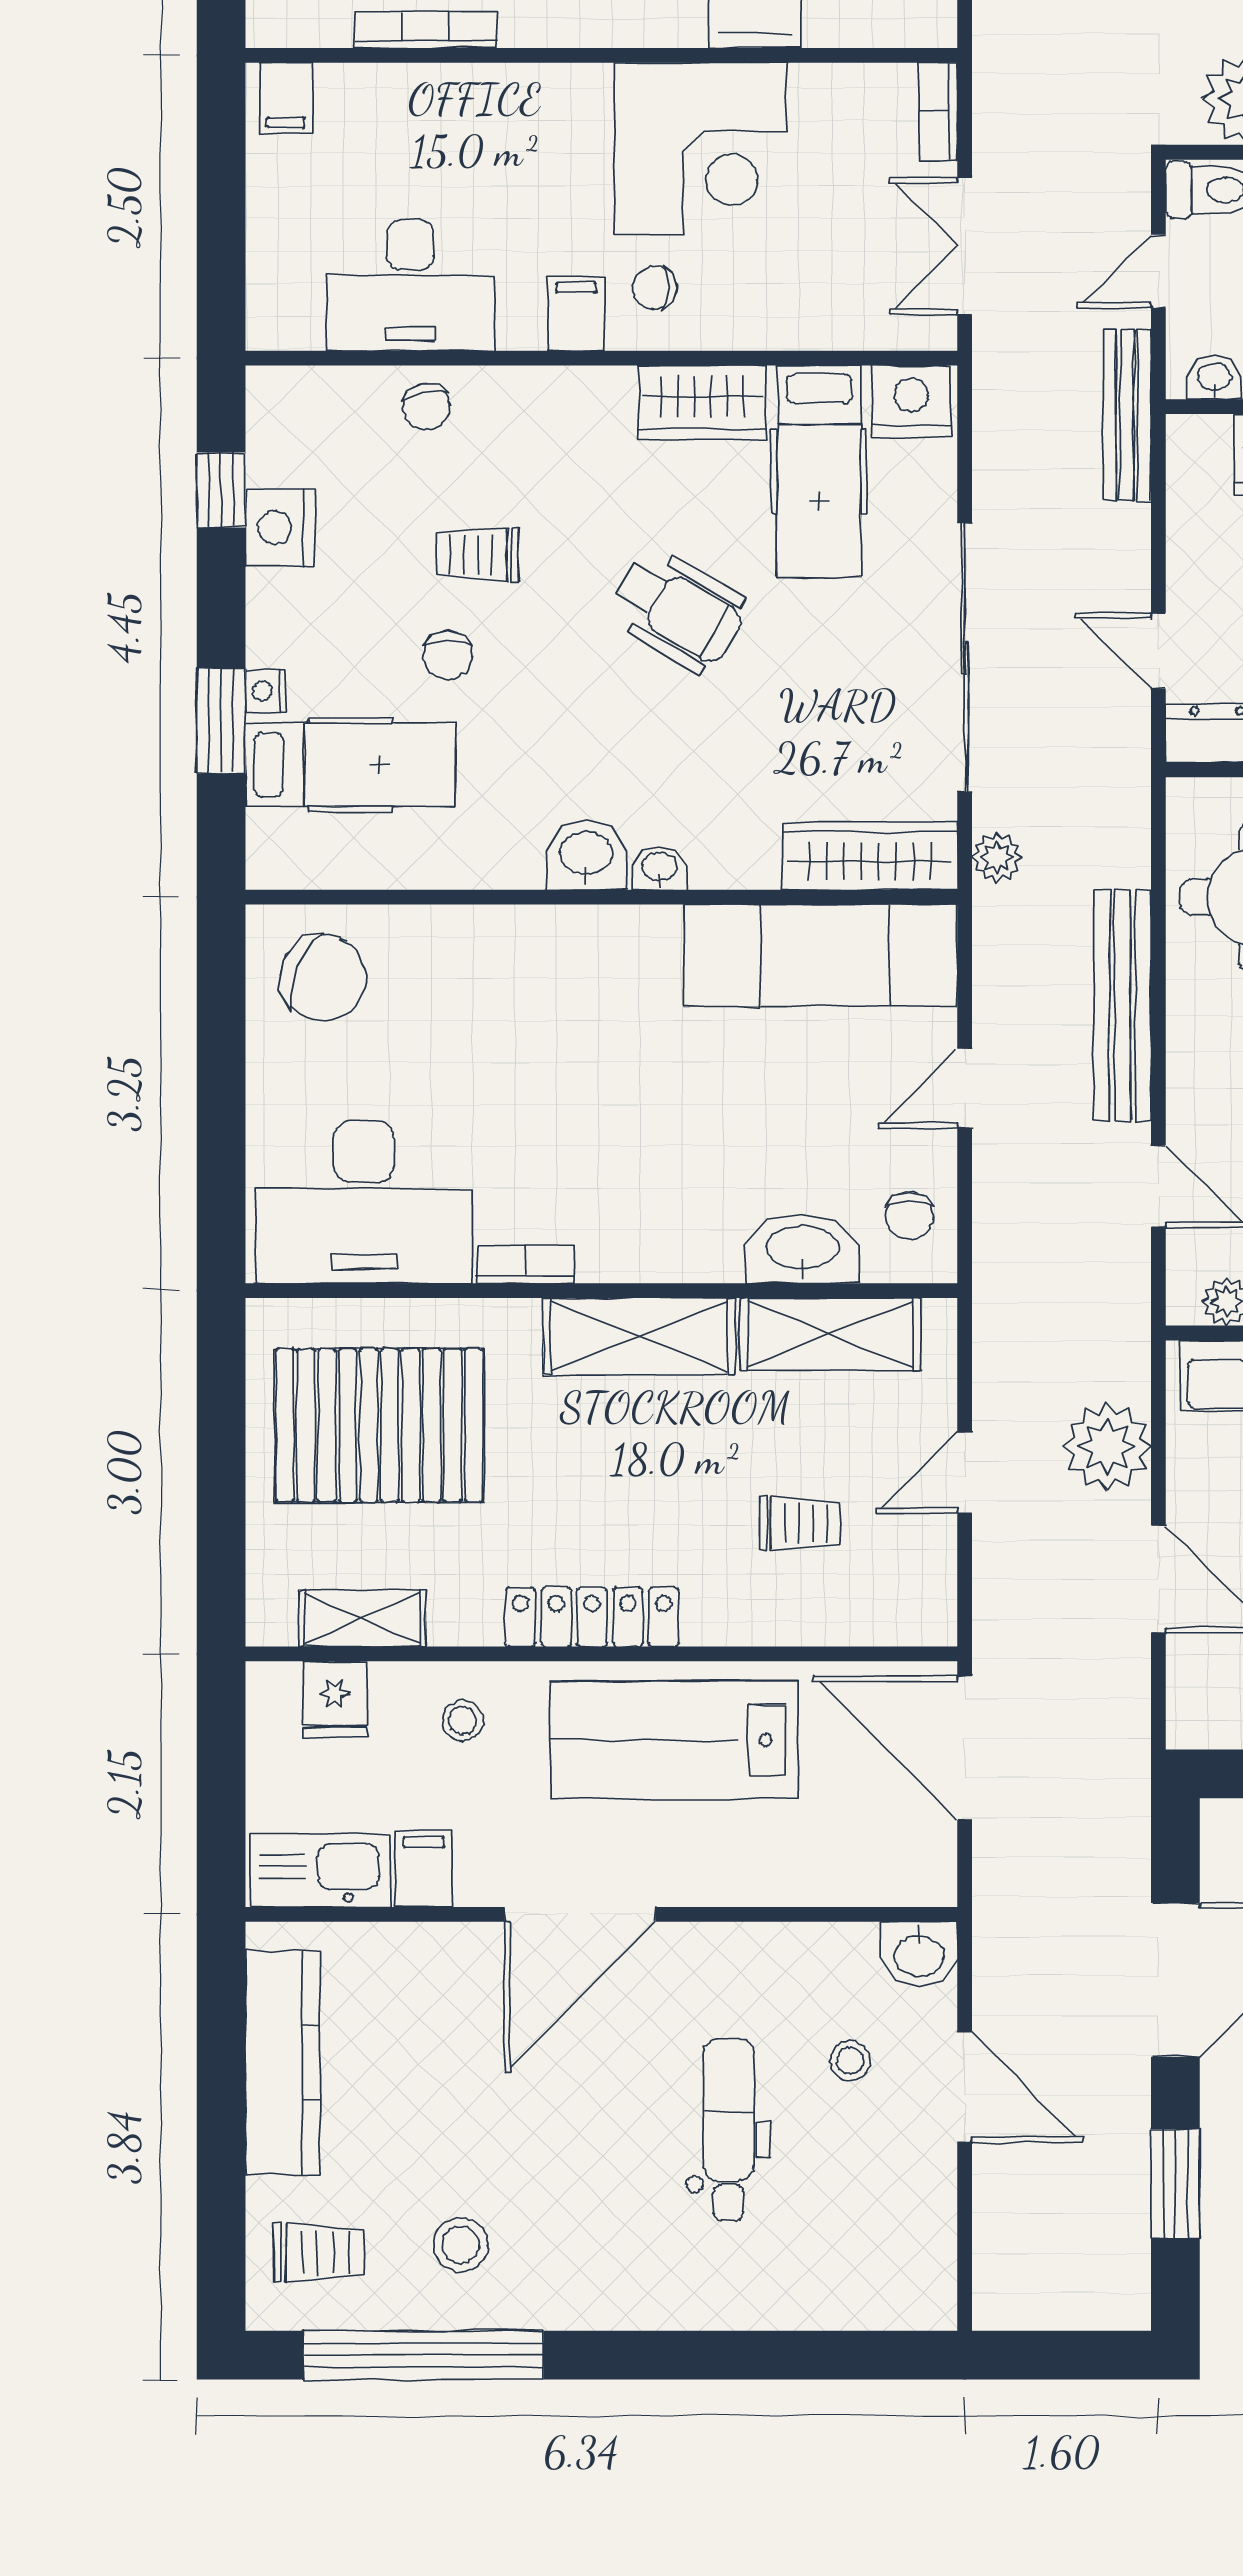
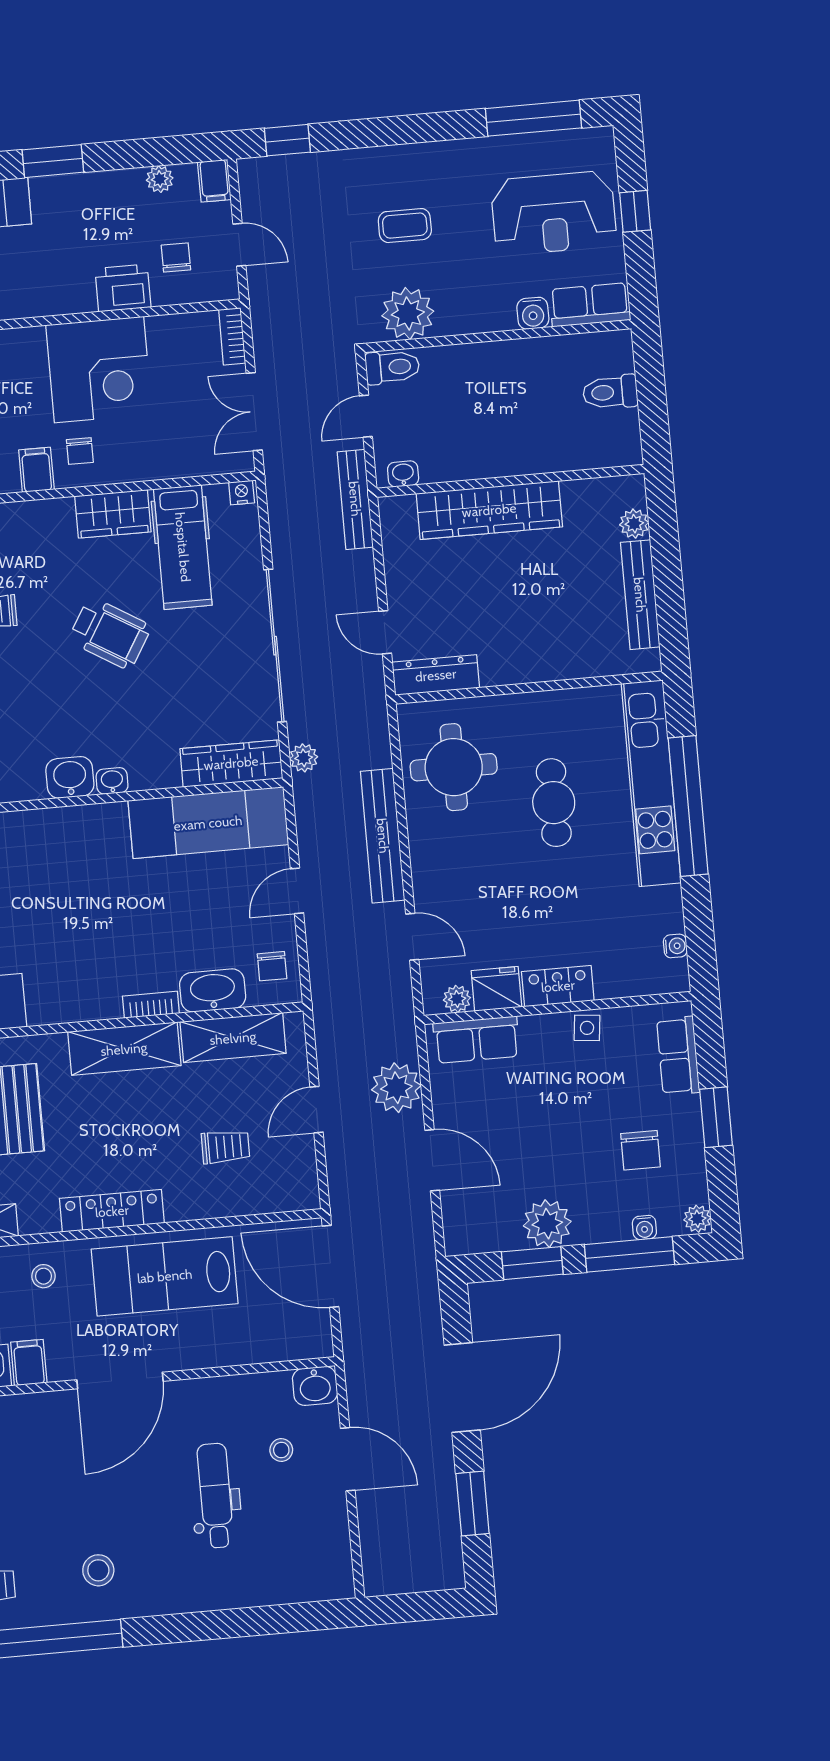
chair: (654, 288) -> (80, 451), turned -90
nightstand: (911, 401) -> (242, 493), width x0.53, depth x0.56
bookcase: (526, 1264) -> (151, 1005), moved
stool: (461, 2245) -> (98, 1570), moved

